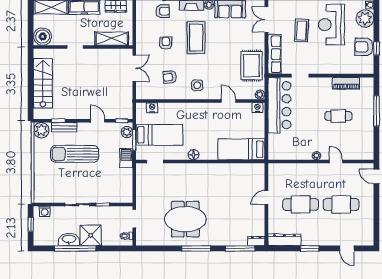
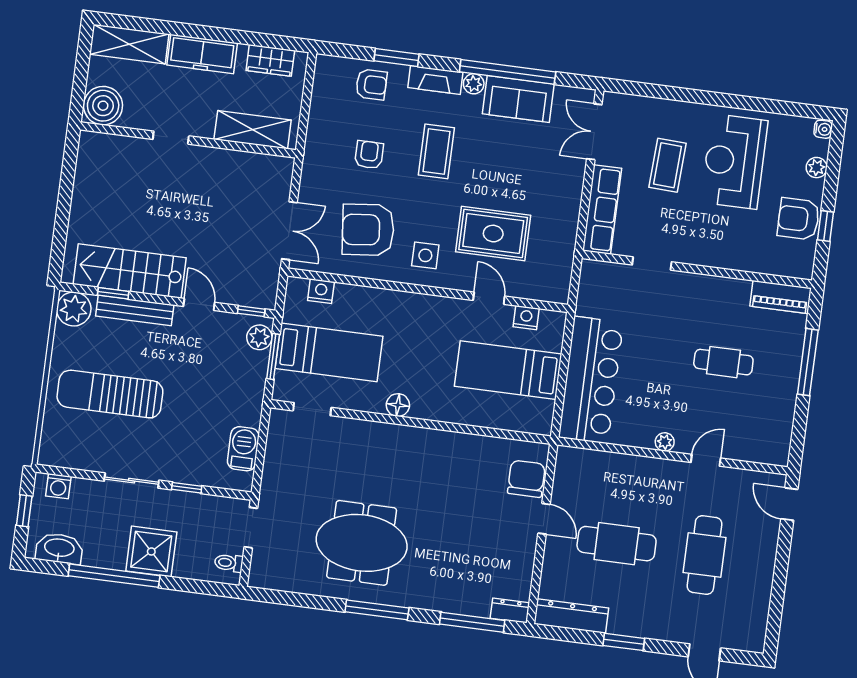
plant: (365, 18) -> (817, 168), width x0.53, depth x0.53
coffee table: (196, 38) -> (436, 151), width x0.73, depth x0.76
rug: (251, 66) -> (493, 234), moved, turned 90
double door: (134, 68) -> (289, 231), moved
armchair: (170, 77) -> (368, 230), width x1.88, depth x1.88
stairs: (43, 83) -> (130, 271), moved, turned -90
piano: (346, 83) -> (781, 297), moved
plant: (260, 95) -> (559, 293), removed
bar counter: (279, 105) -> (591, 380), moved
nightstand: (257, 108) -> (526, 318), moved
bench: (64, 127) -> (135, 310), width x1.36
bed: (241, 149) -> (508, 370), moved
sun lounger: (75, 154) -> (110, 394), moved
barbecue: (126, 158) -> (243, 449), moved
door: (336, 161) -> (706, 460), hinge flipped
chair: (256, 180) -> (526, 479), added
door: (266, 197) -> (544, 519), swing flipped
cafe table: (341, 204) -> (704, 555), turned 90
washbasin: (69, 239) -> (59, 548), moved

